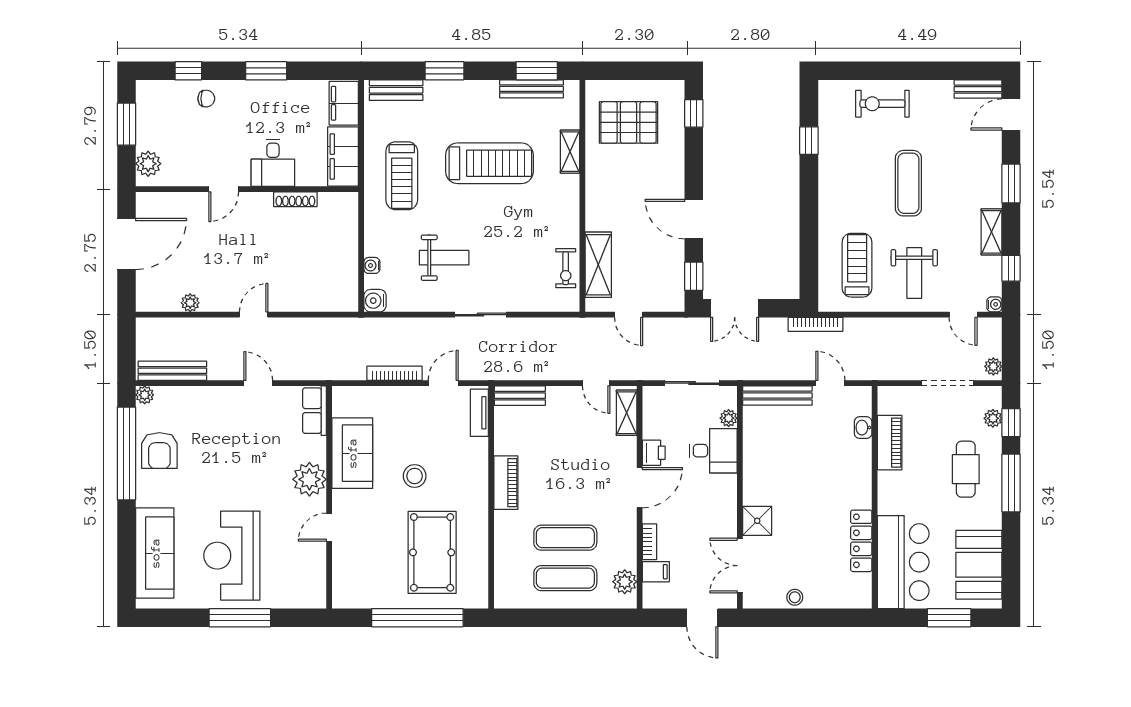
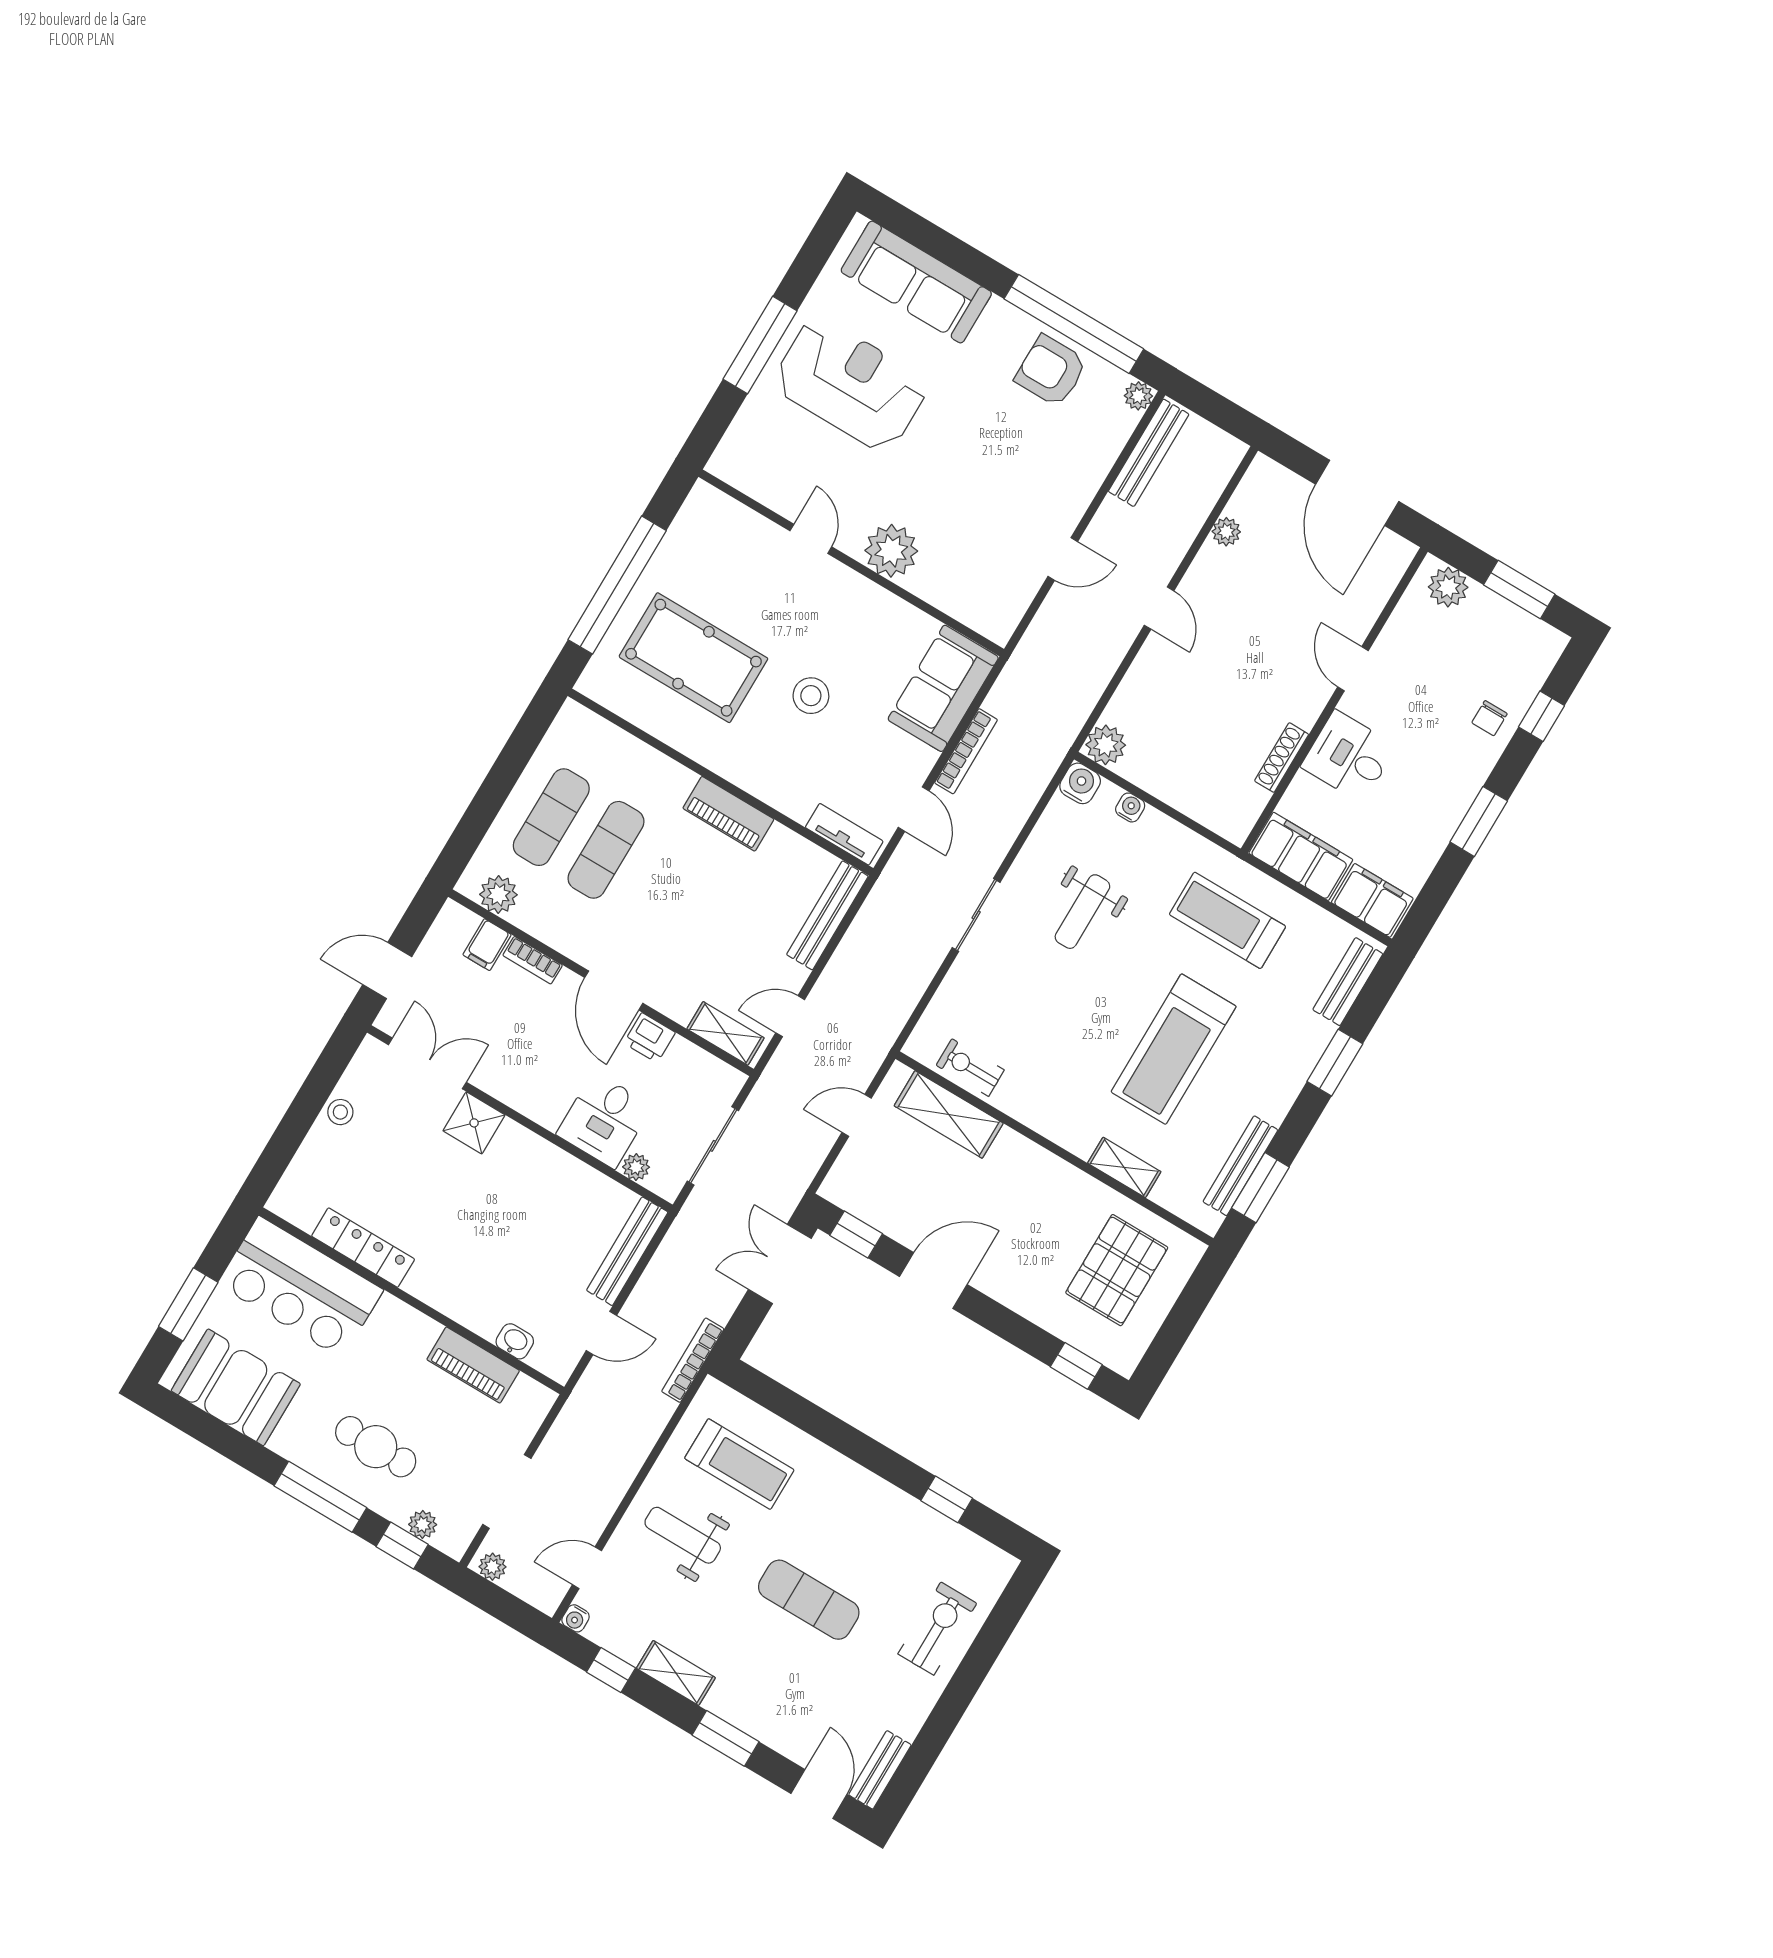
plant: (346, 299) -> (1106, 745), added
bench: (520, 396) -> (827, 915), width x1.36
row of seats: (315, 411) -> (980, 613), removed
sofa: (352, 453) -> (943, 688), moved, turned 90

